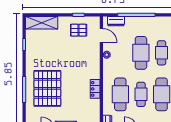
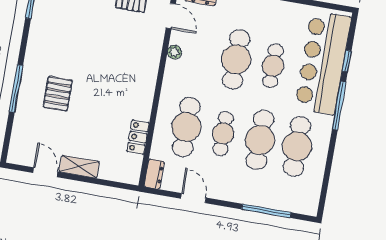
pallet: (47, 88) -> (58, 94), width x0.49, depth x0.50
locker: (95, 89) -> (138, 137), moved

